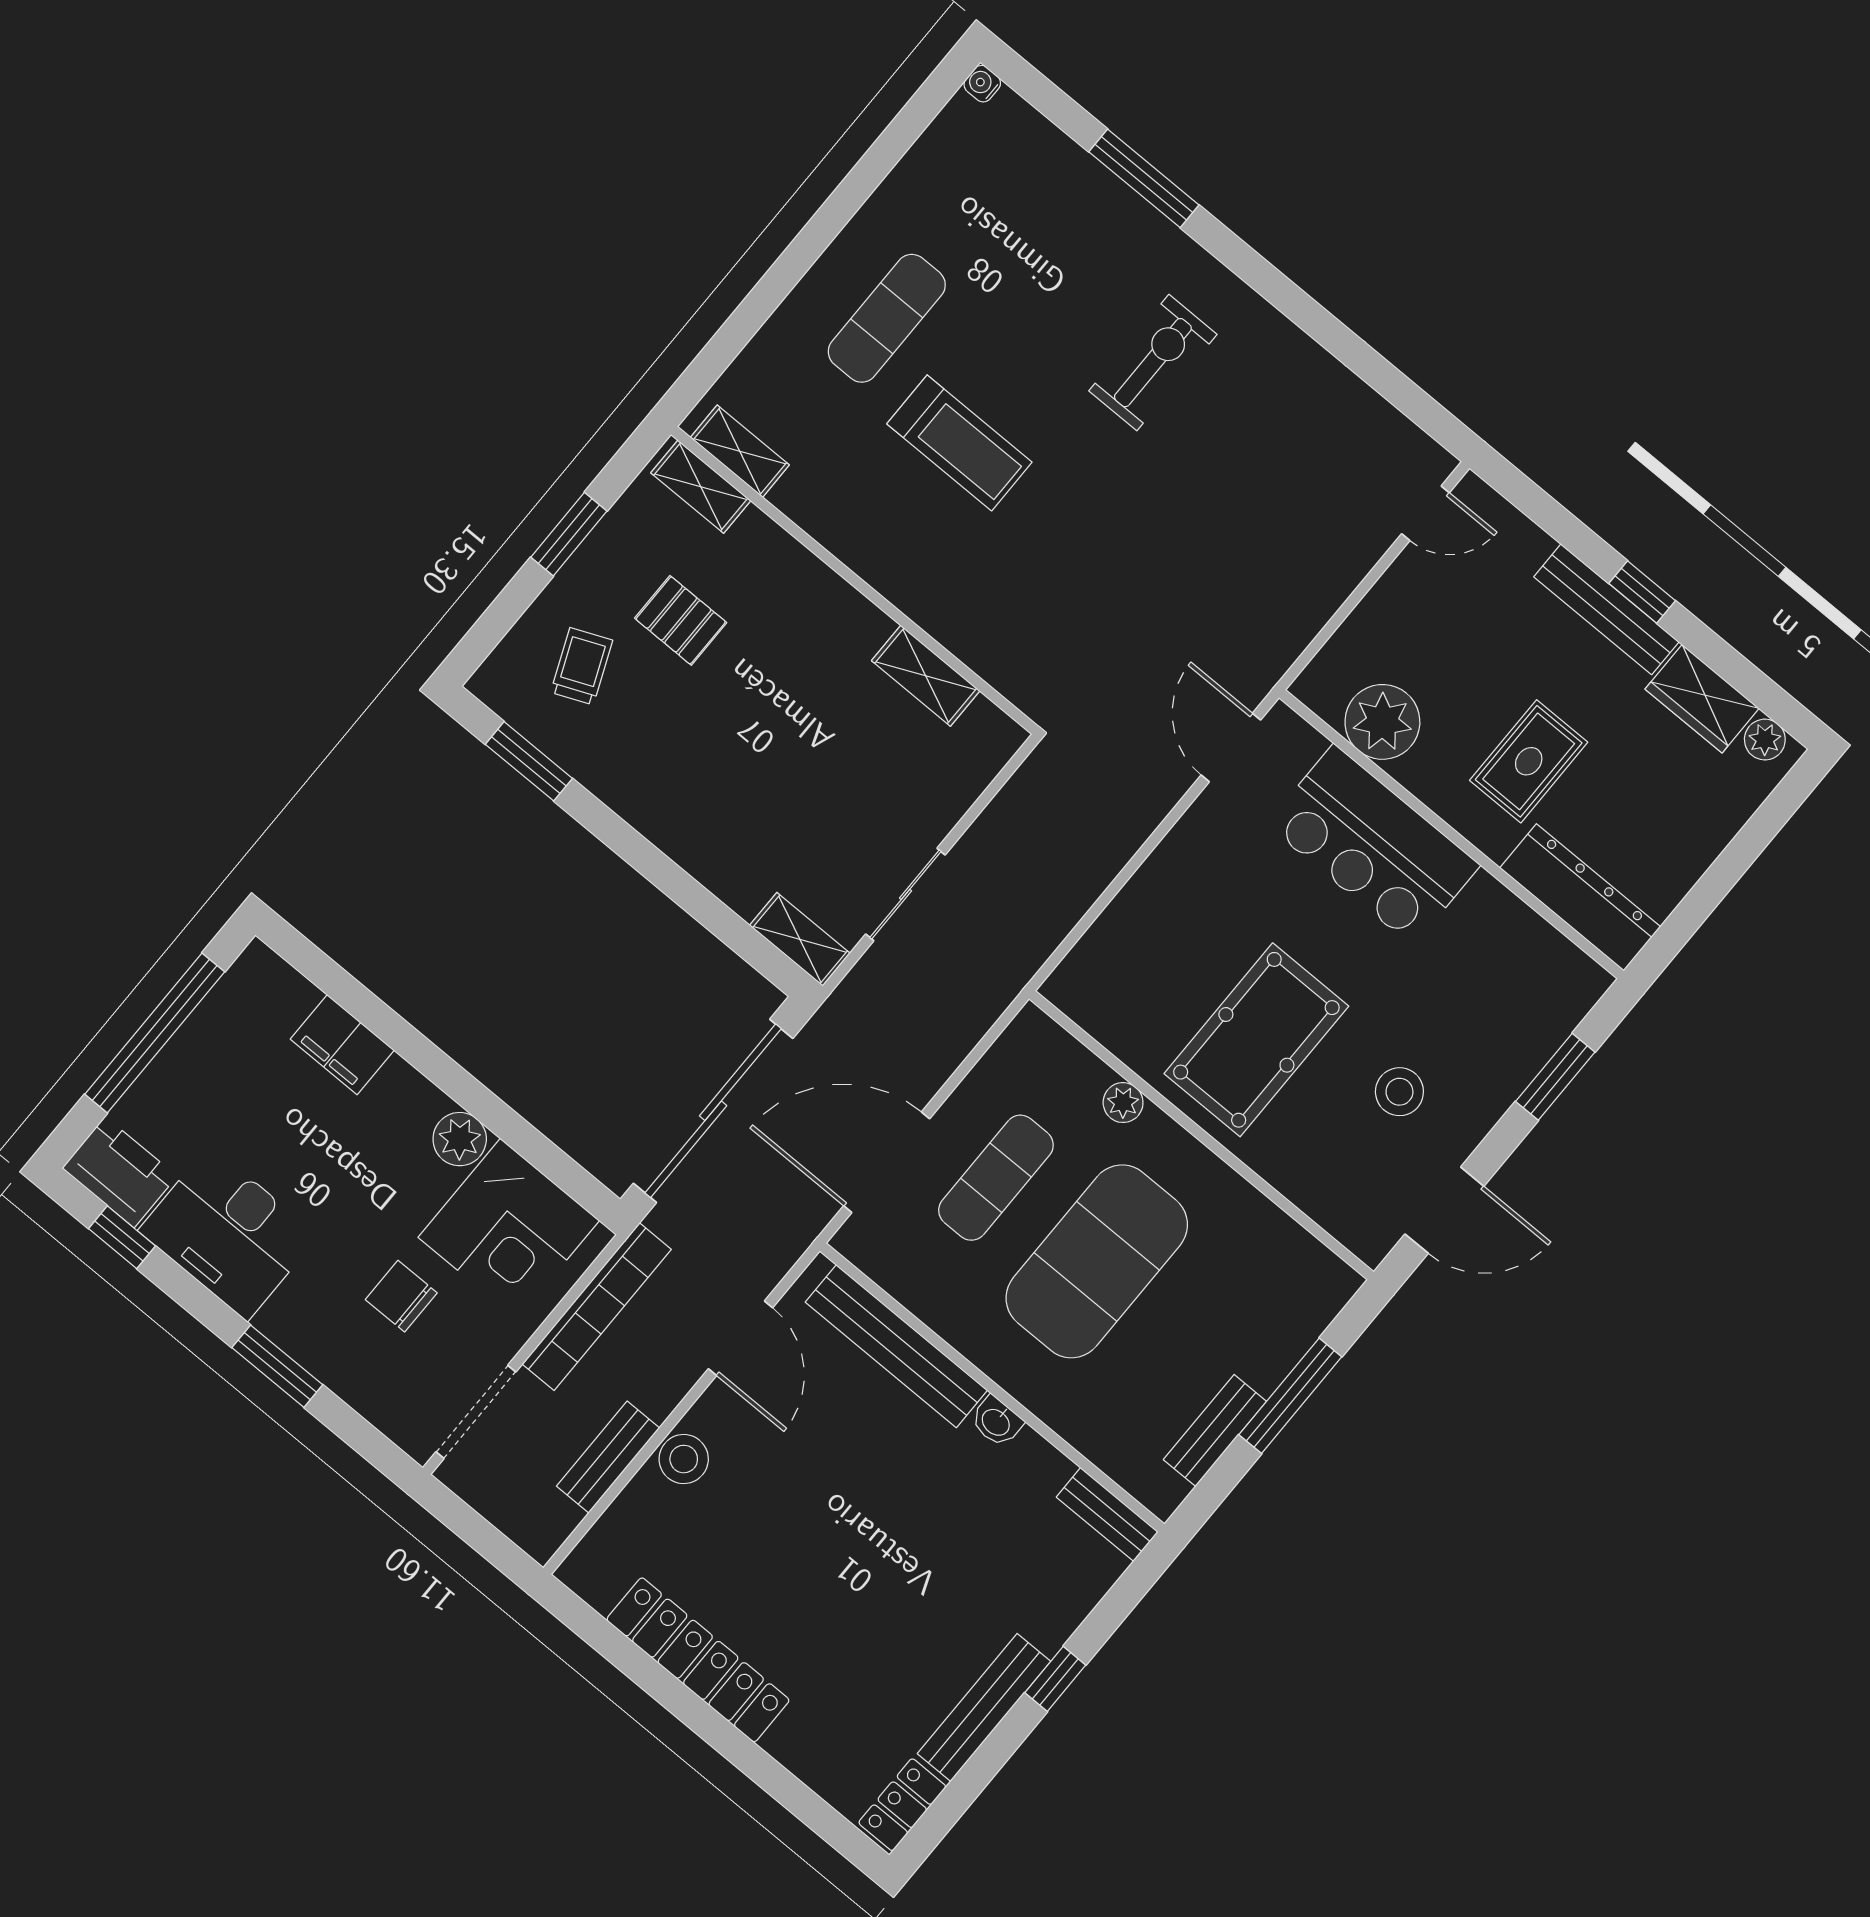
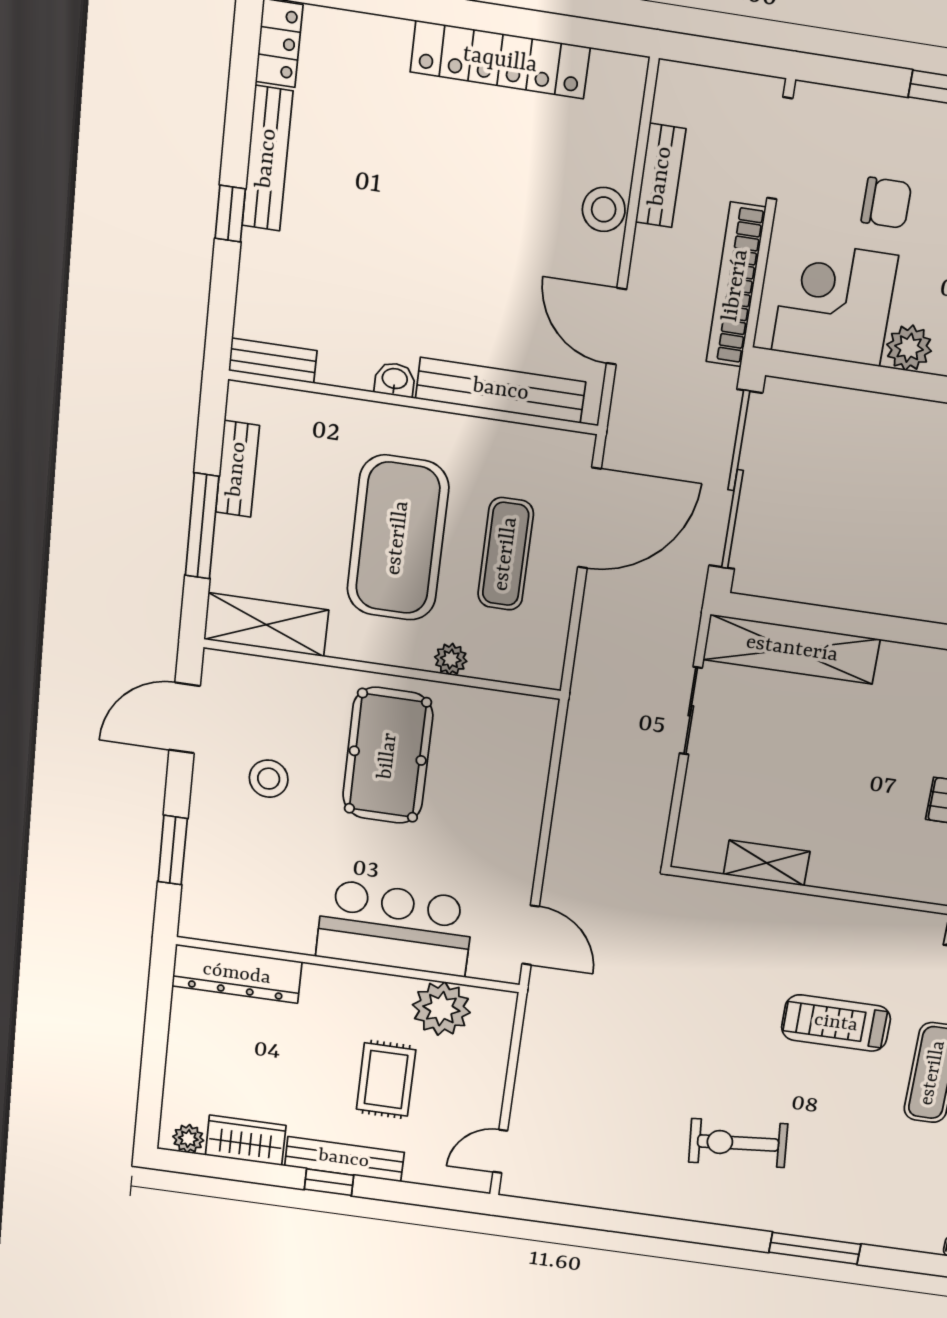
exercise bike: (1153, 363) -> (738, 1143), turned 85
rug: (1529, 761) -> (386, 1080), moved
shelving: (800, 939) -> (792, 649), width x2.20, depth x1.33
shelving: (1292, 1255) -> (266, 625), added

